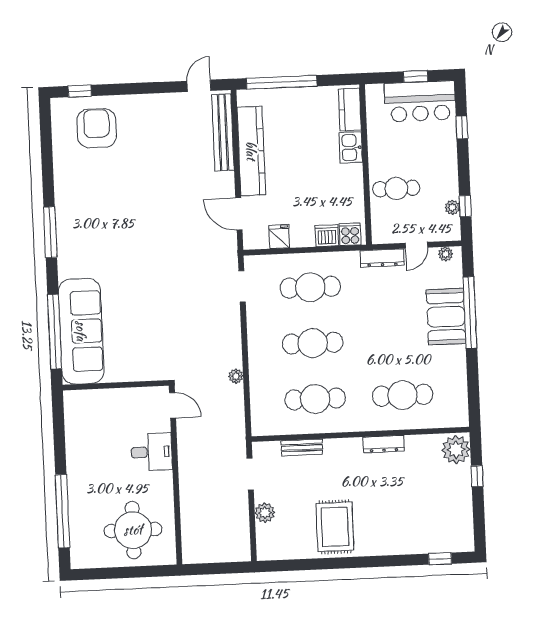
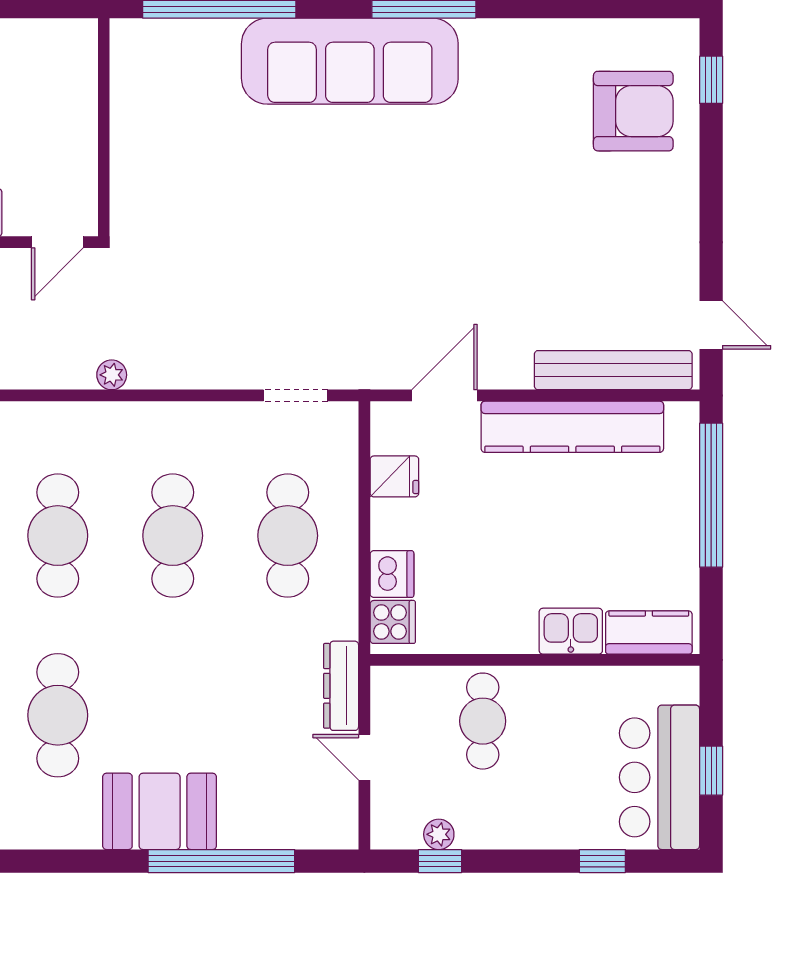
plant: (446, 254) -> (344, 816), removed
booth: (446, 317) -> (160, 811), moved
sofa: (81, 331) -> (350, 61), moved

